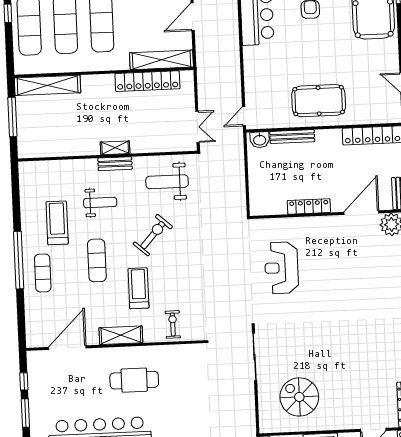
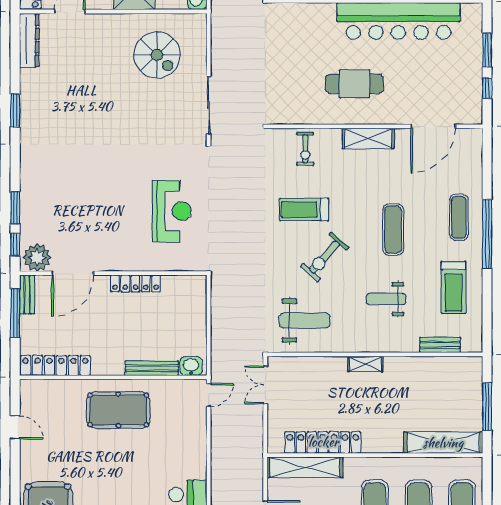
bench: (115, 164) -> (440, 345), moved
treadmill: (57, 223) -> (453, 287), moved
treadmill: (138, 288) -> (304, 210), moved, turned 90

